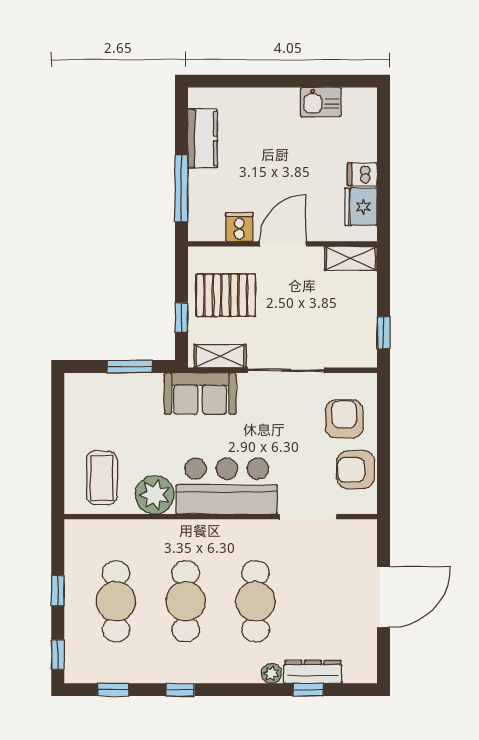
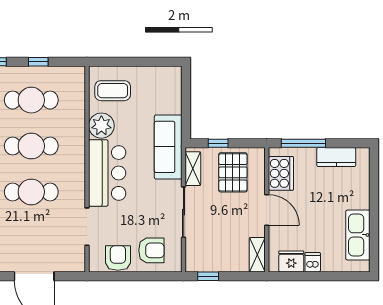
kitchen sink: (321, 102) -> (358, 235), width x1.88, depth x1.24
cooker: (239, 227) -> (281, 173), width x1.87, depth x1.31
window: (130, 366) -> (186, 109), removed
sofa: (200, 394) -> (168, 147), width x1.36

